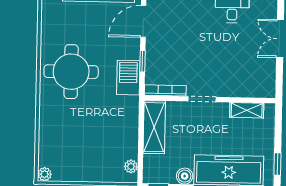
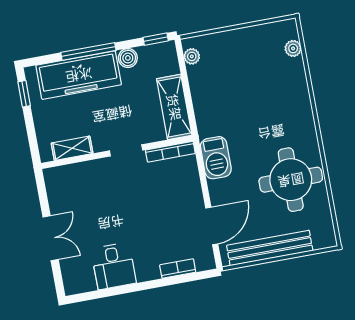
window: (142, 61) -> (203, 180), removed
round table: (71, 72) -> (291, 180), moved
plant: (44, 174) -> (293, 48), moved

